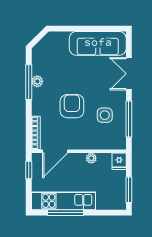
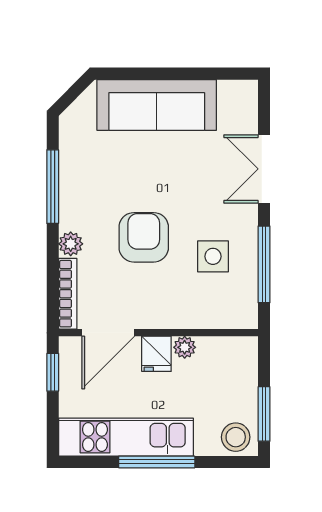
sofa: (98, 43) -> (157, 105), moved
plant: (37, 81) -> (71, 244), moved
fridge: (119, 161) -> (156, 354), moved
stool: (115, 201) -> (236, 437), added
window: (65, 213) -> (157, 462), moved

